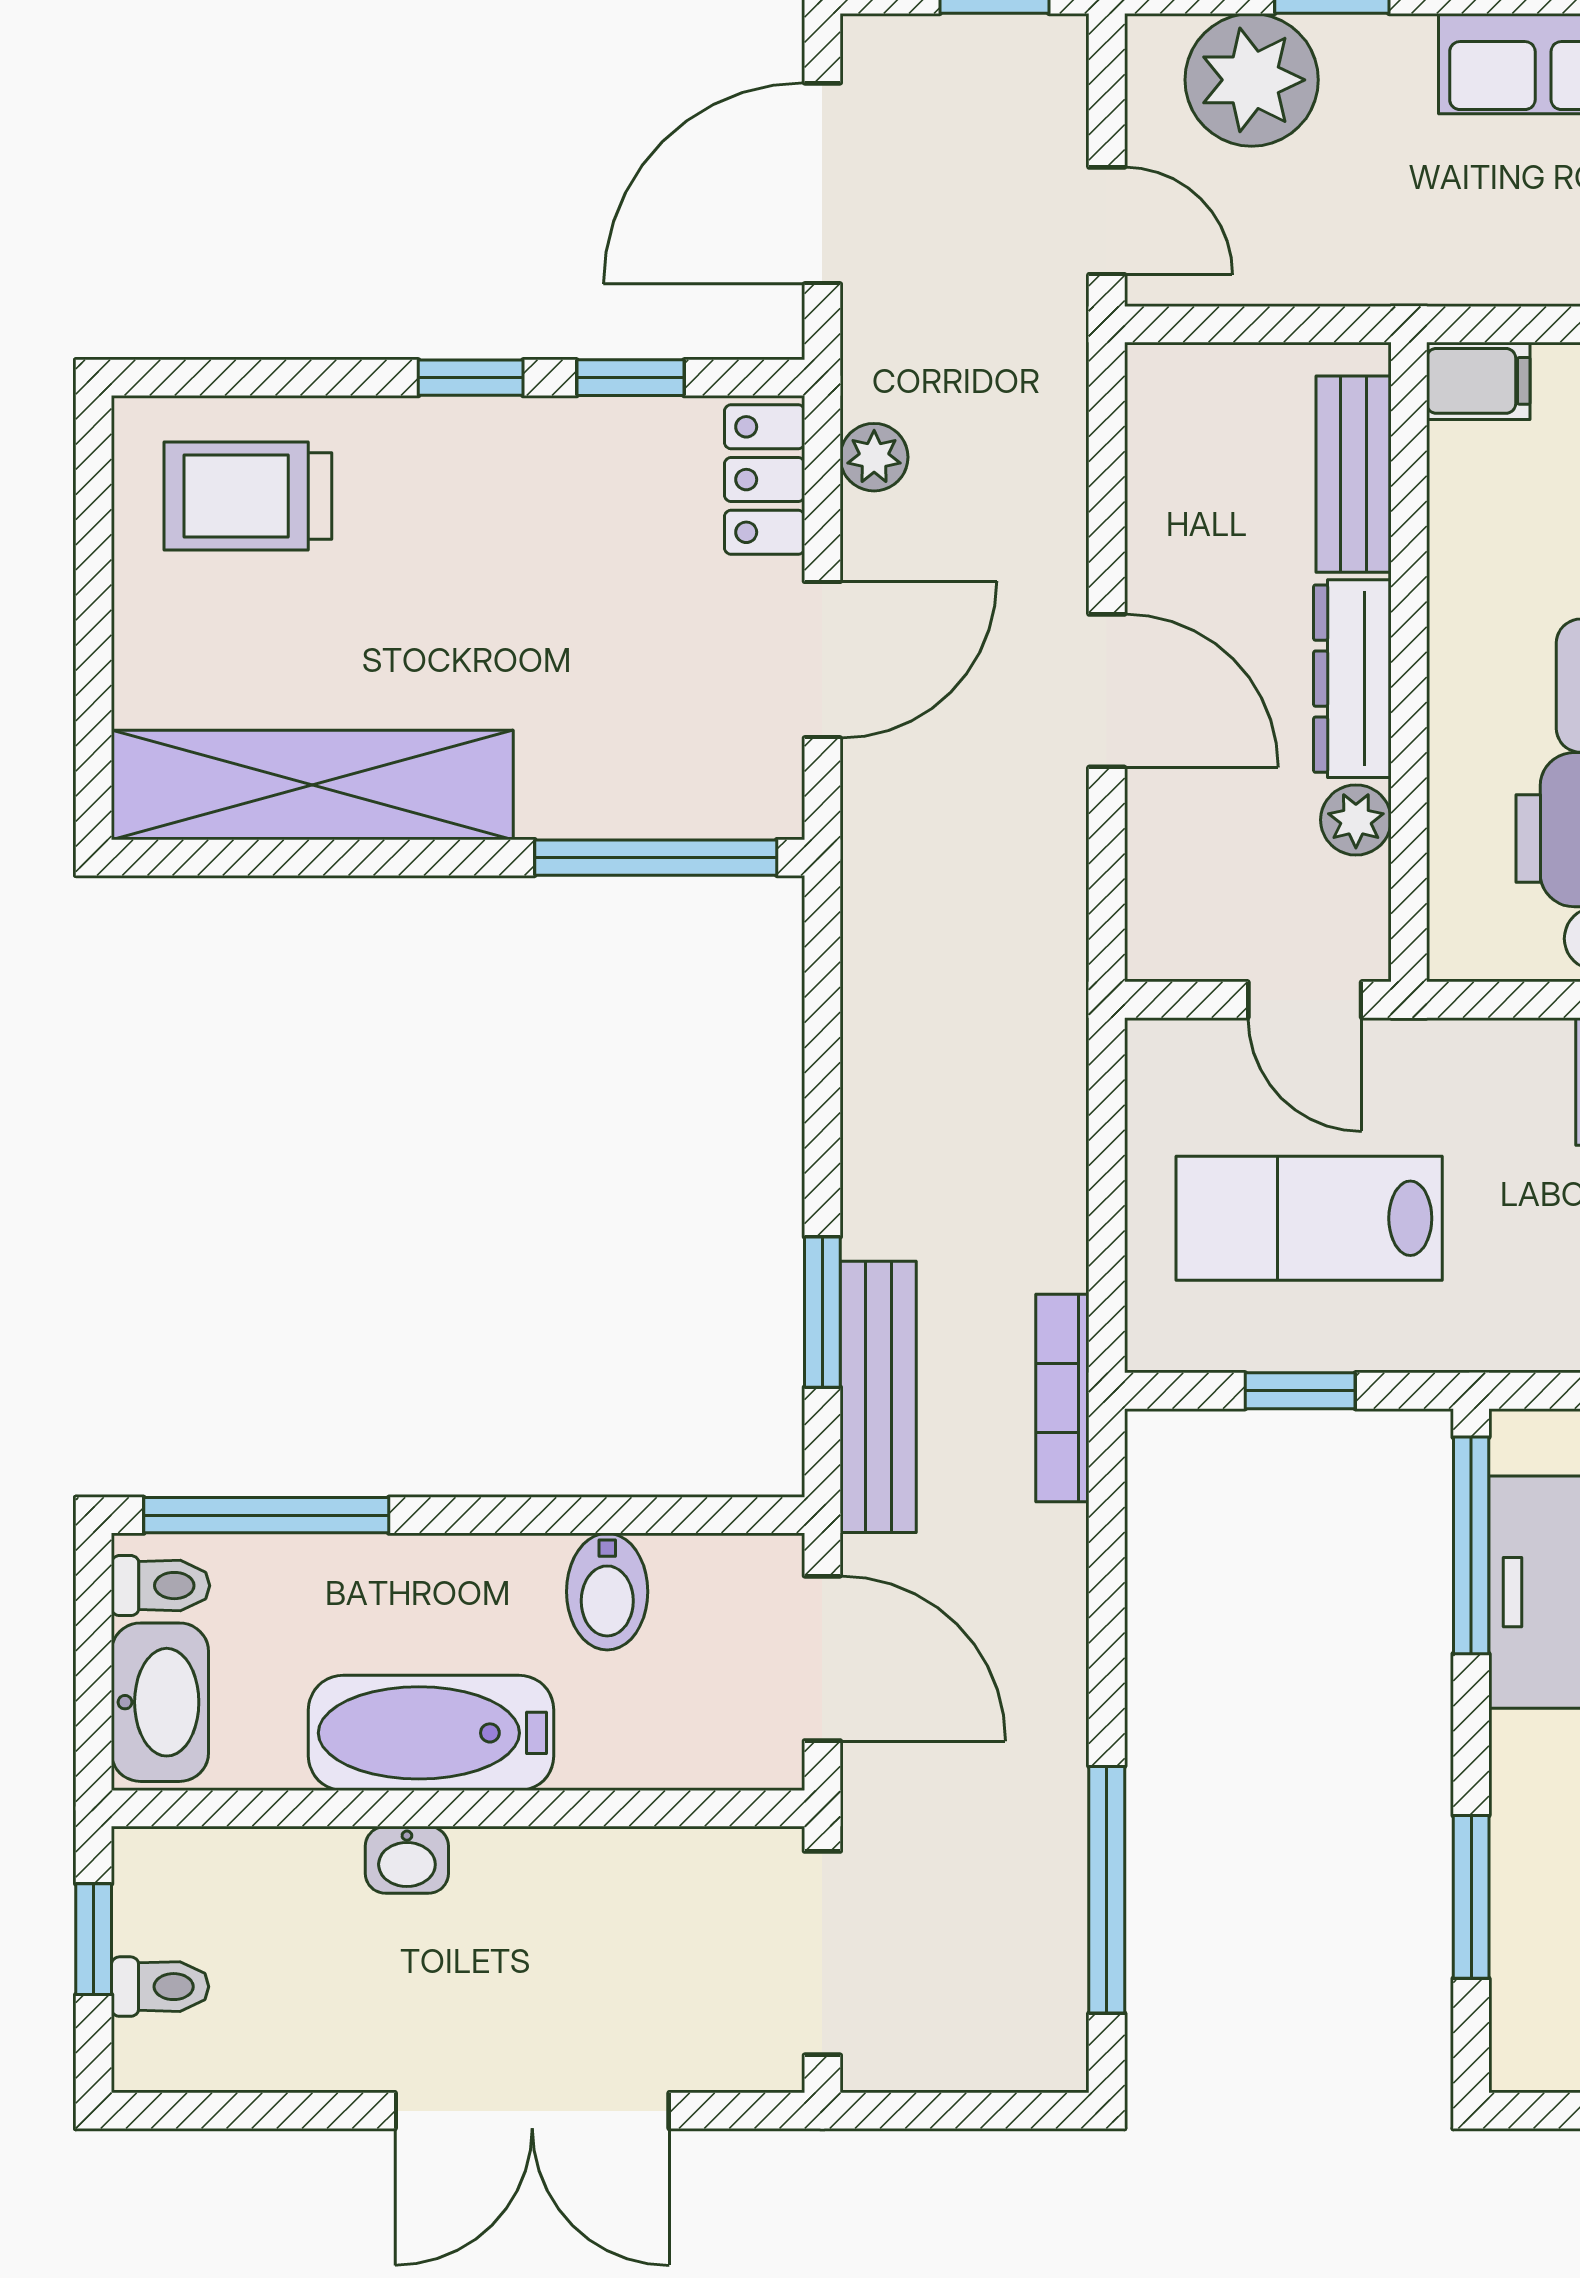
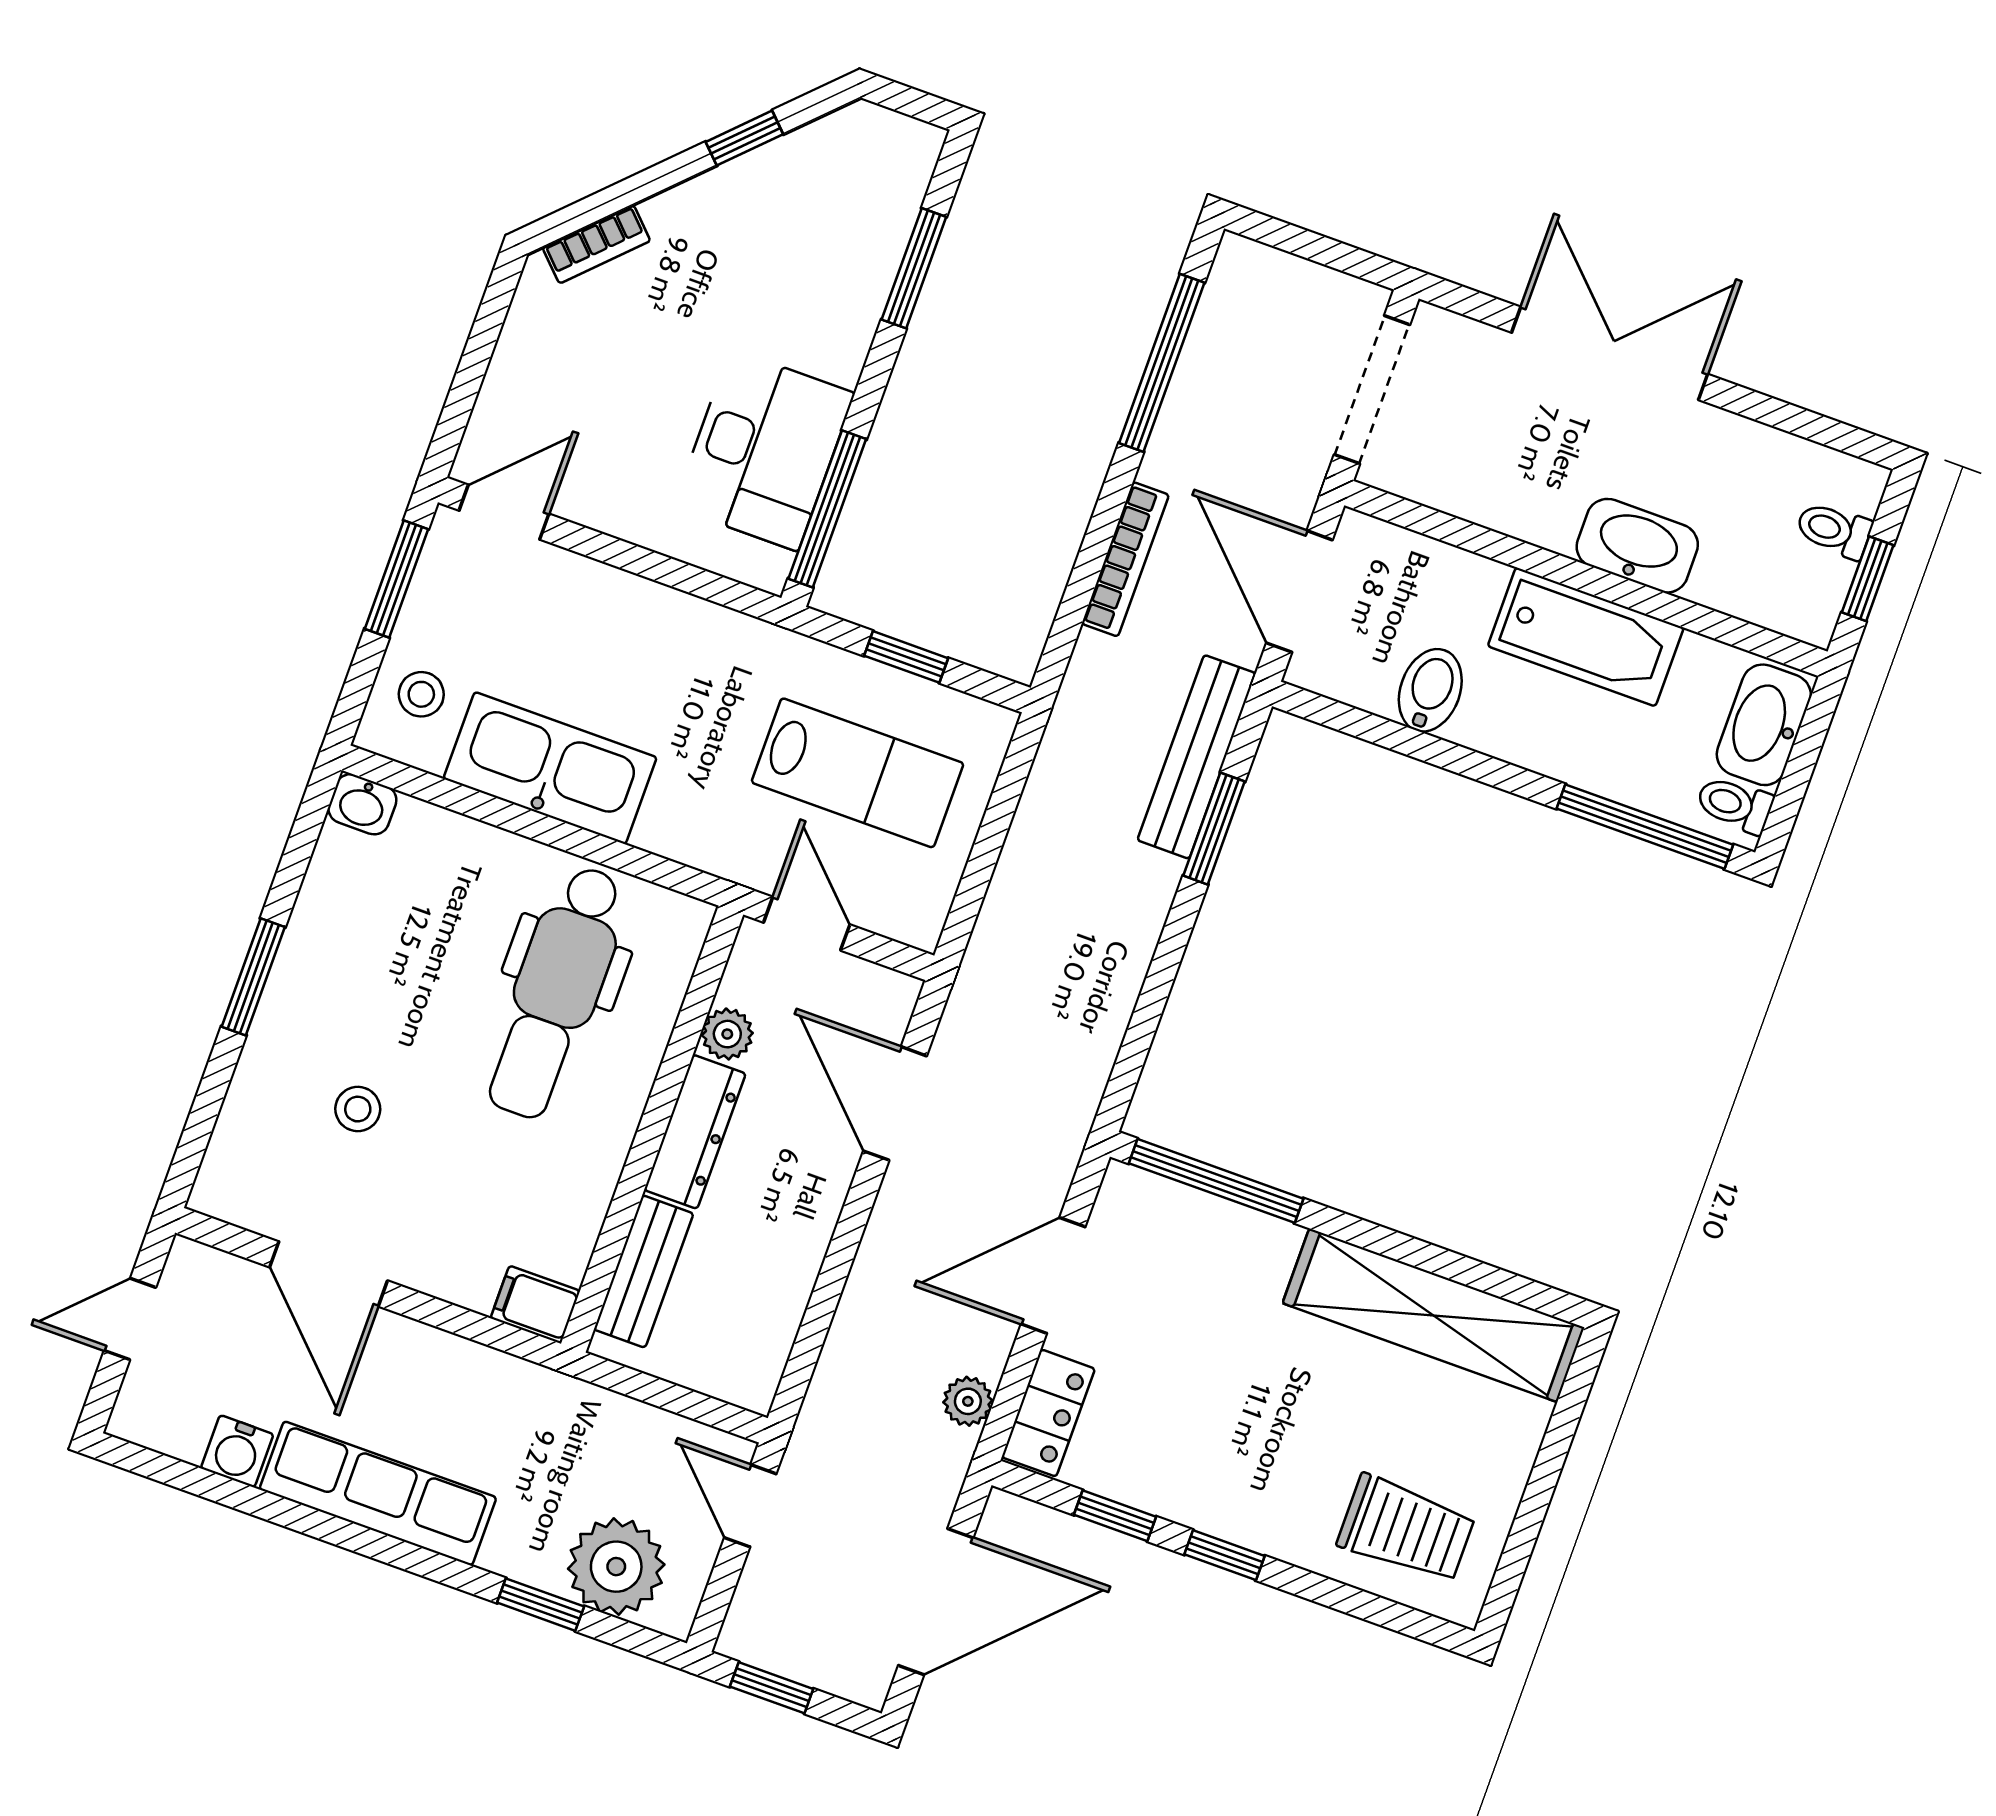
door: (1107, 691) -> (895, 1103), moved
bookcase: (1062, 1398) -> (1125, 559), moved
washbasin: (407, 1860) -> (1637, 546), width x1.91, depth x1.45

